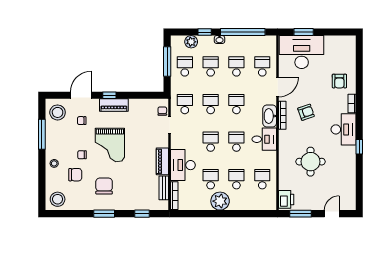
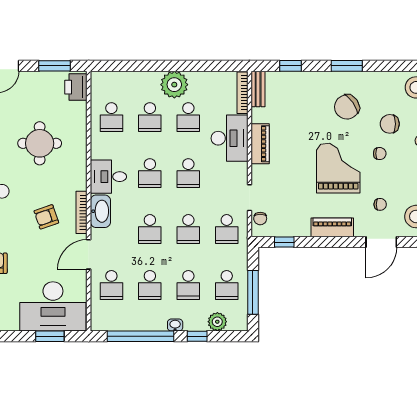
window: (109, 95) -> (284, 242), moved
chair: (104, 186) -> (347, 107), turned 55
bench: (164, 188) -> (258, 89), moved

